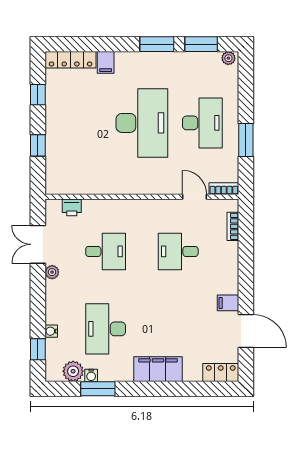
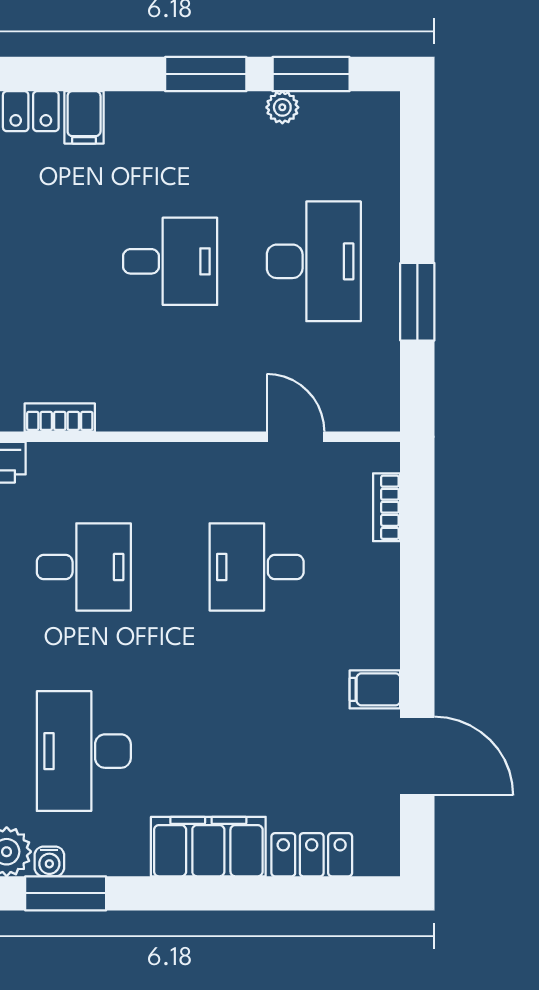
plant: (228, 58) -> (282, 107), moved
desk: (142, 123) -> (170, 261), width x0.53, depth x0.77
bookcase: (224, 189) -> (60, 417), moved
locker: (221, 372) -> (312, 855), moved

